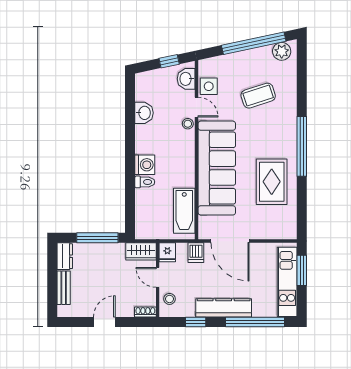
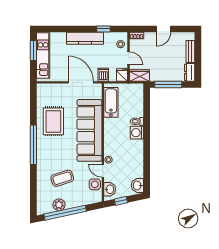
plant: (282, 51) -> (59, 205), moved
washbasin: (144, 113) -> (137, 185), moved
window: (302, 270) -> (33, 50), moved
window: (255, 322) -> (64, 29), removed

